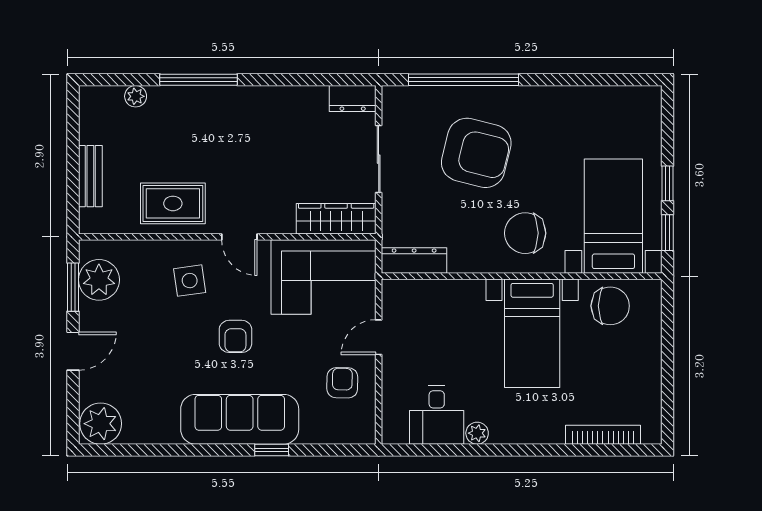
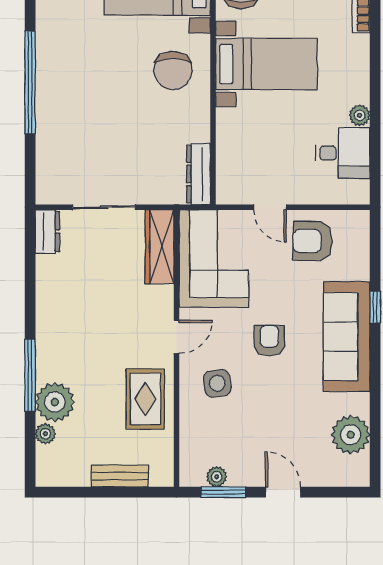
window: (464, 80) -> (30, 83), moved
plant: (170, 106) -> (55, 402), added
armchair: (476, 153) -> (98, 116), removed
plant: (99, 280) -> (217, 477), width x0.53, depth x0.53
armchair: (235, 336) -> (269, 341), turned -90
armchair: (342, 383) -> (313, 241), width x1.38, depth x1.38
plant: (101, 424) -> (351, 435), moved

